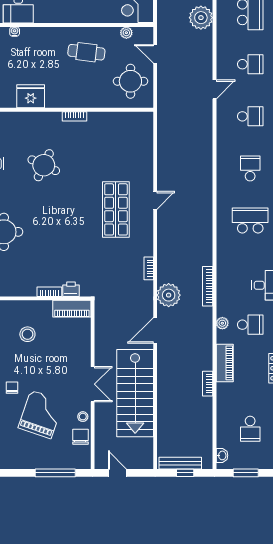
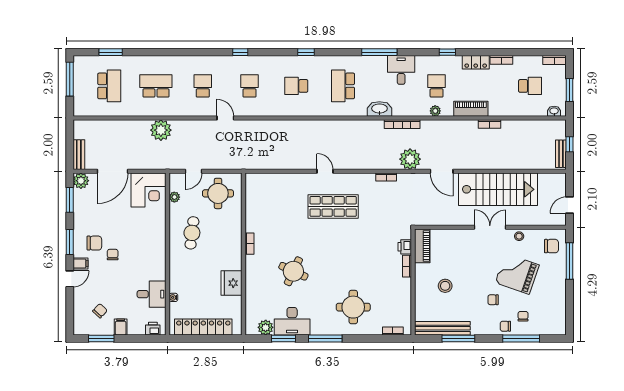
washbasin: (225, 261) -> (379, 109), added
chair: (80, 437) -> (551, 246), moved, turned 180
bench: (180, 463) -> (561, 154), width x0.73

